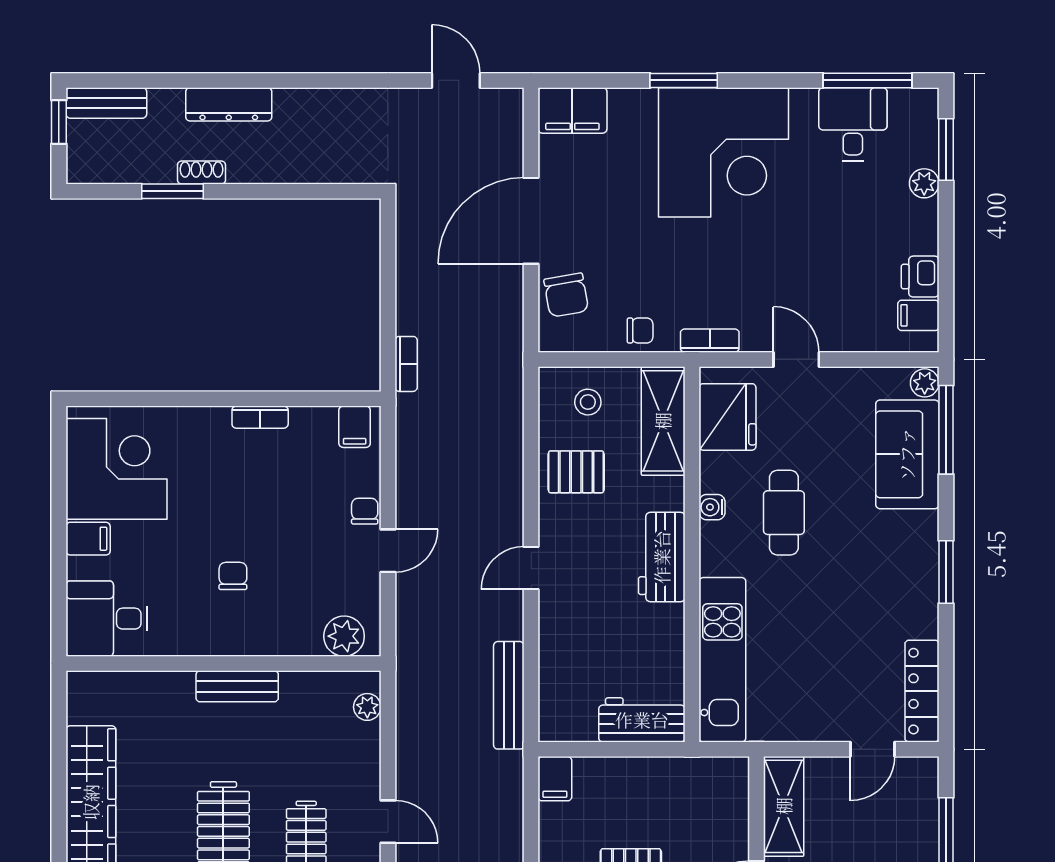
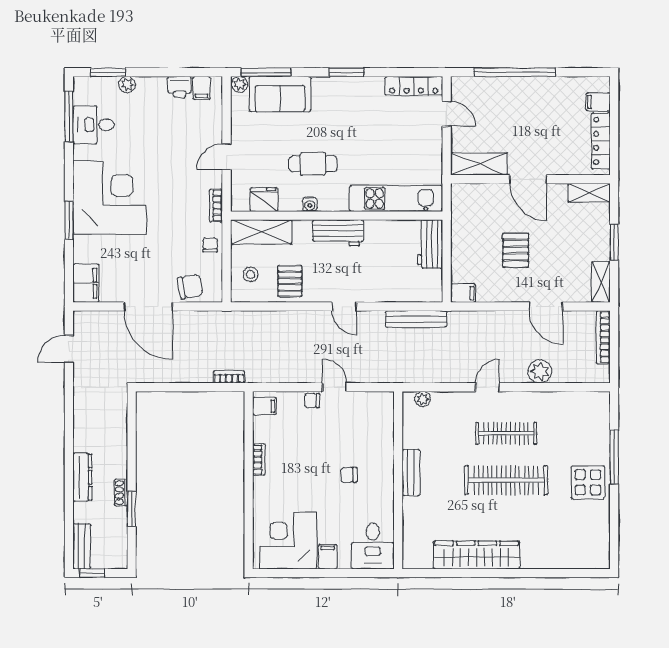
fridge: (727, 417) -> (264, 200), width x0.73, depth x0.75
plant: (344, 636) -> (383, 412), removed

